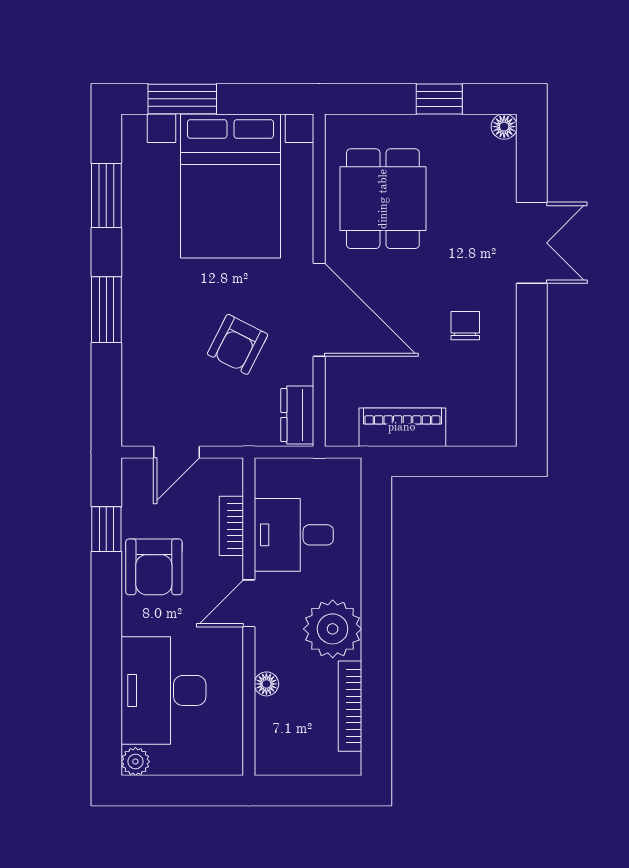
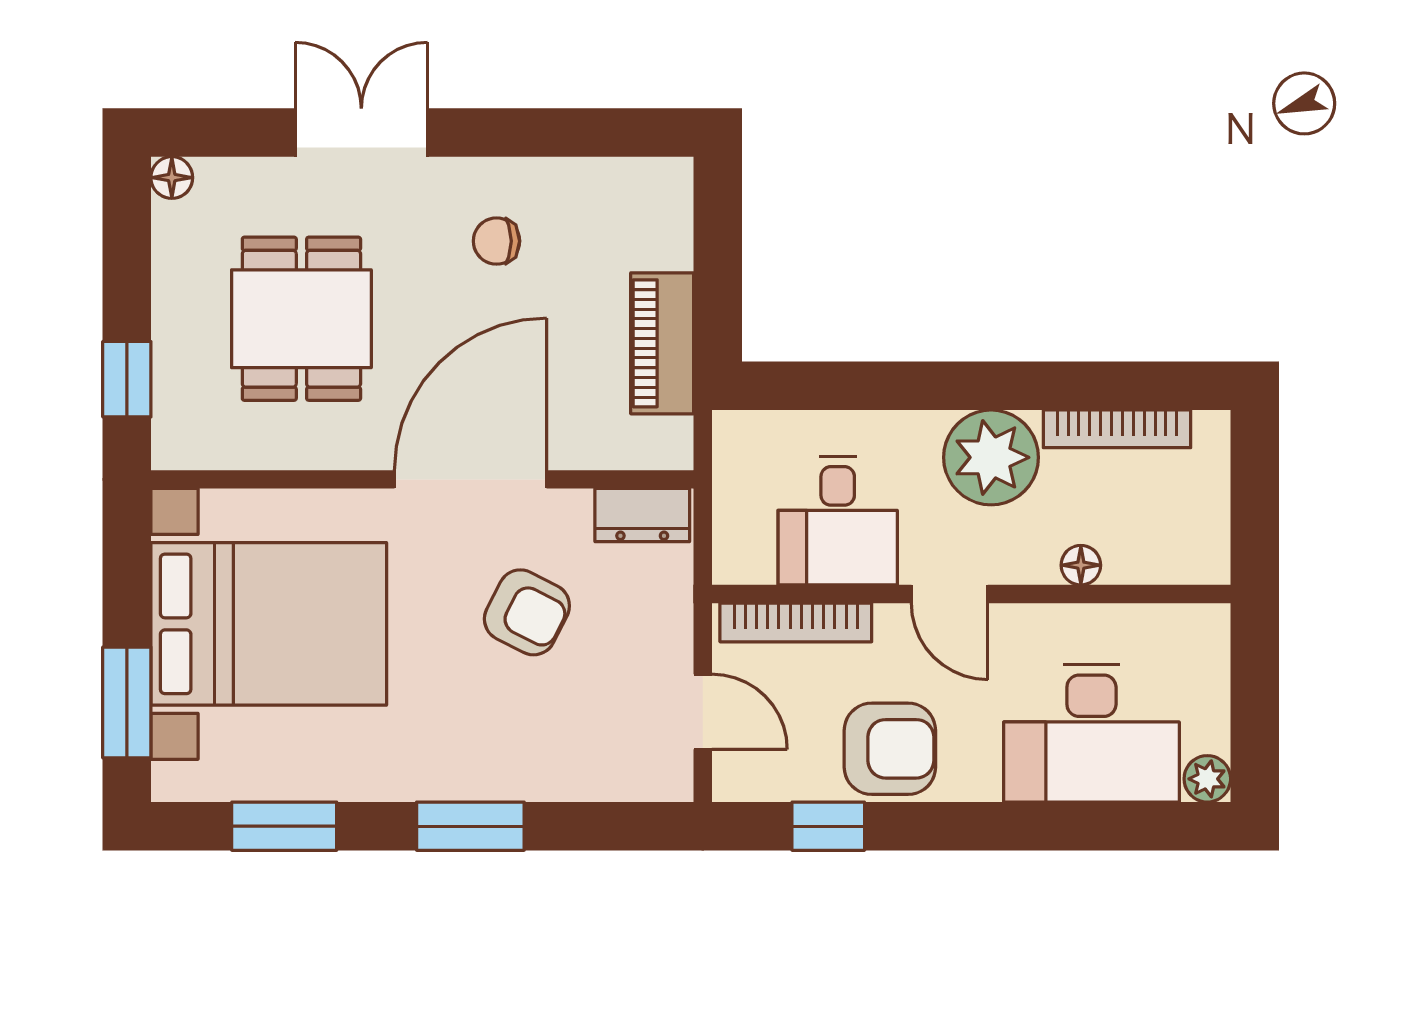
window: (439, 99) -> (127, 379), moved
dining table: (383, 199) -> (301, 319), moved, turned 90
bookcase: (231, 526) -> (796, 622), width x1.56

